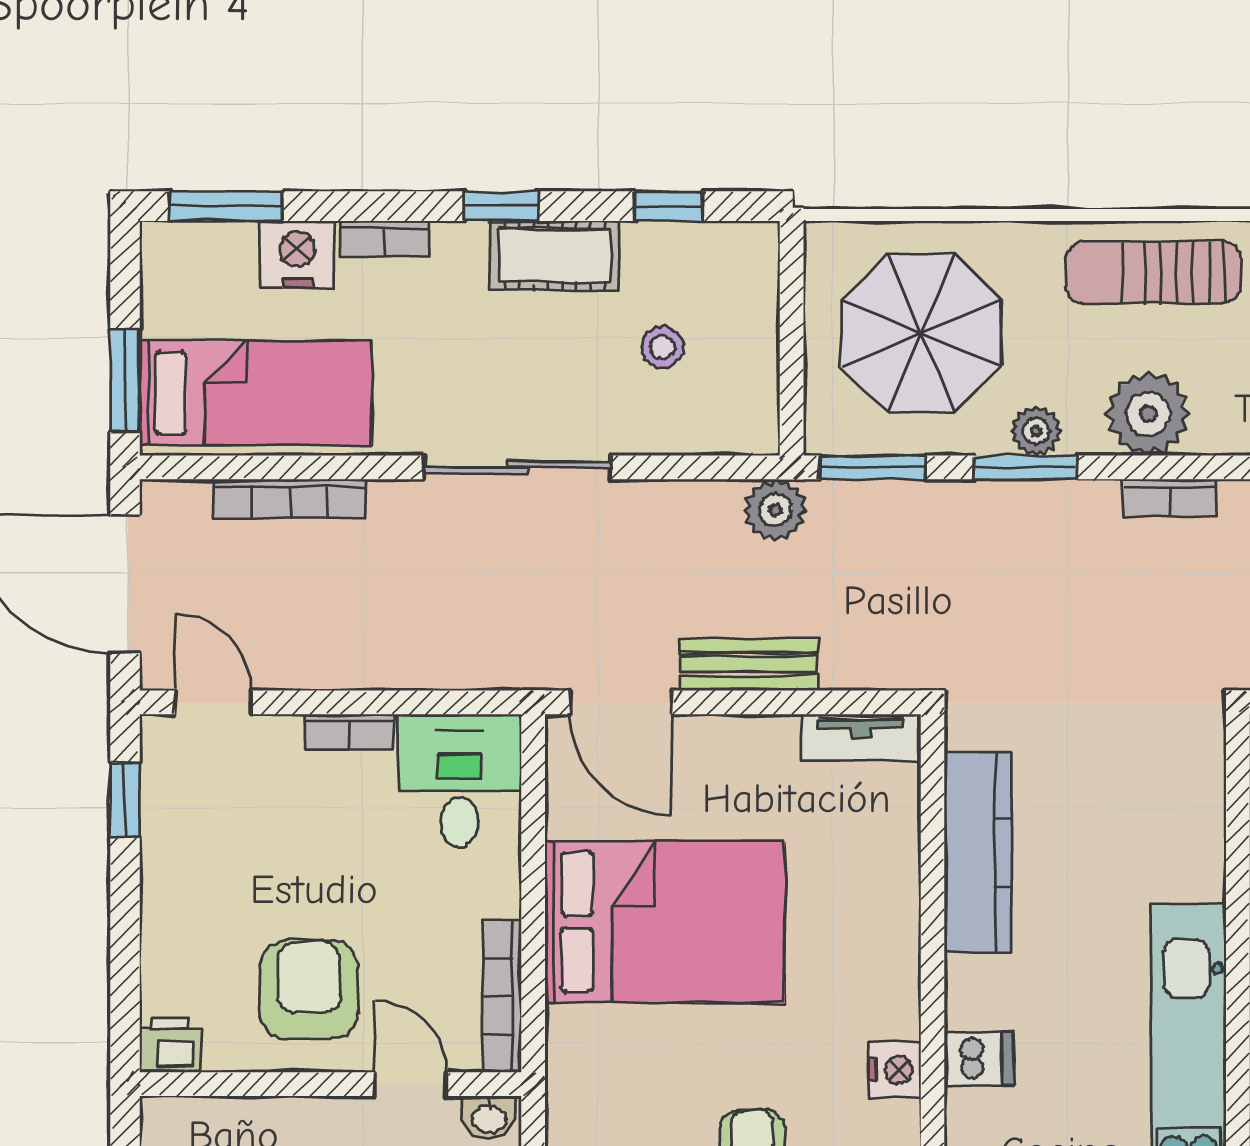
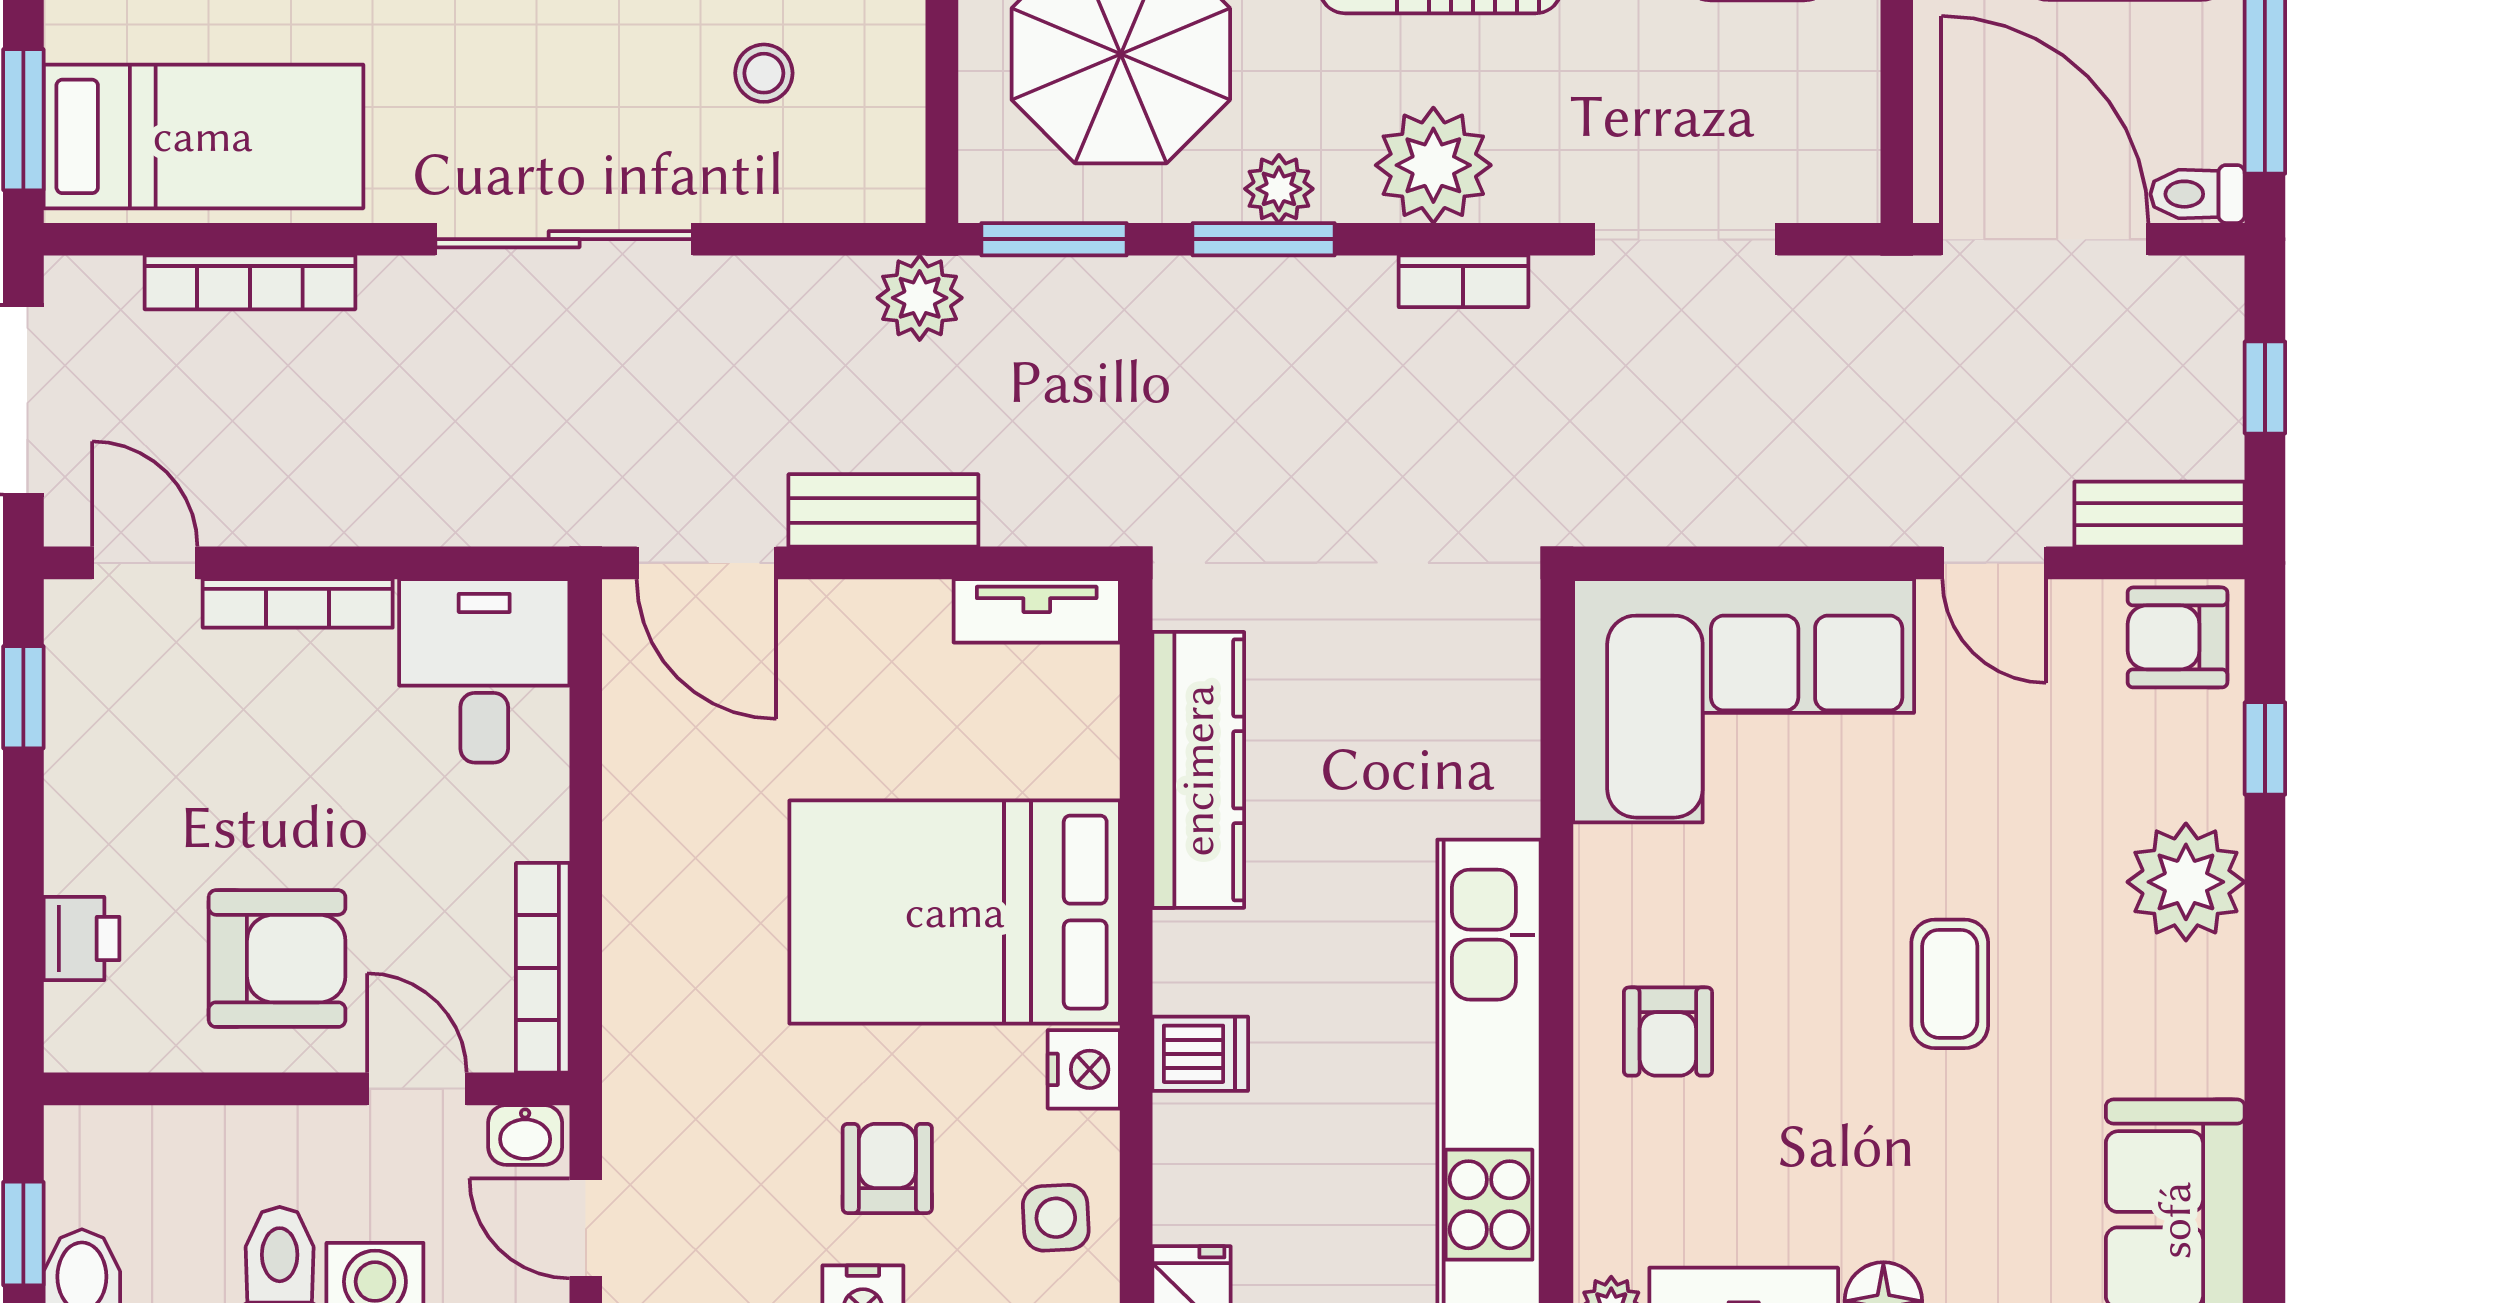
bookcase: (349, 732) -> (298, 603), width x1.56
bed: (665, 922) -> (955, 912), moved, turned 180
armchair: (309, 990) -> (277, 959), turned 90
printer: (170, 1045) -> (82, 938), moved, turned 90

